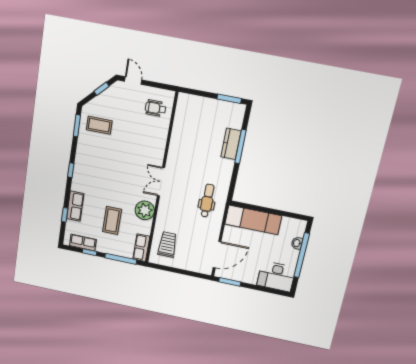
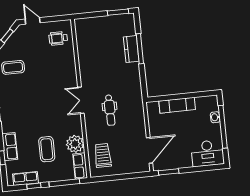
dental chair: (207, 201) -> (110, 110), moved, turned 180
plant: (145, 210) -> (75, 144), moved
exam couch: (253, 220) -> (177, 105), width x0.73, depth x0.69

